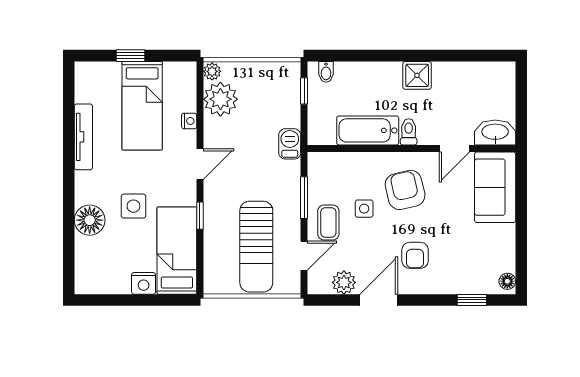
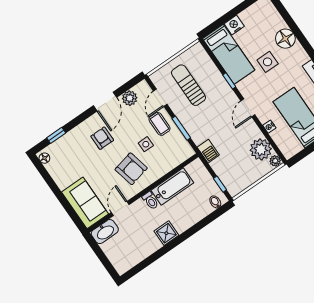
sun lounger: (256, 247) -> (188, 85), width x0.73, depth x0.75

